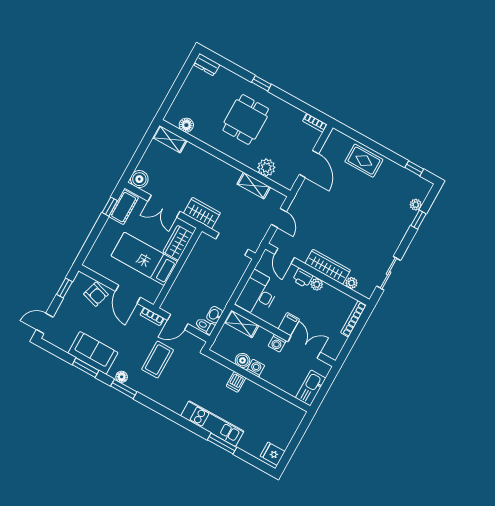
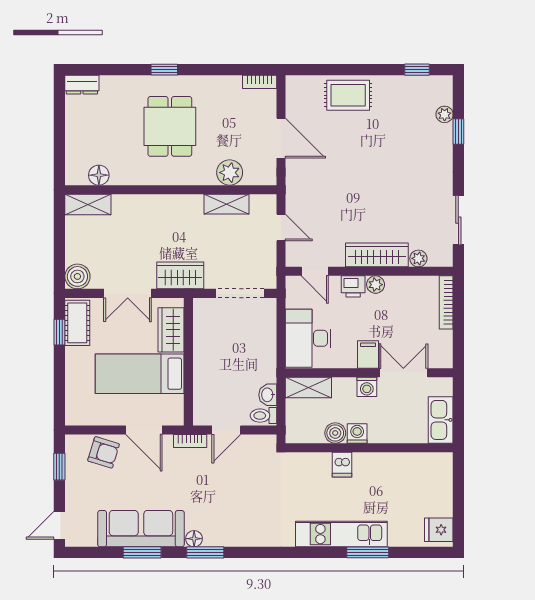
sofa: (93, 353) -> (141, 529), width x1.36
coffee table: (158, 360) -> (227, 492), removed

